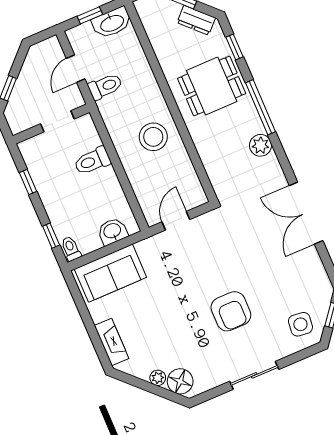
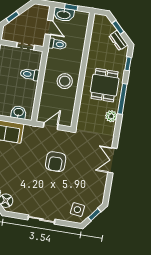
washbasin: (112, 23) -> (64, 14), moved
door: (76, 69) -> (49, 27), swing flipped
dining table: (212, 86) -> (105, 85), moved, turned 90
double door: (306, 213) -> (112, 160), width x0.73
armchair: (231, 311) -> (56, 162), moved

